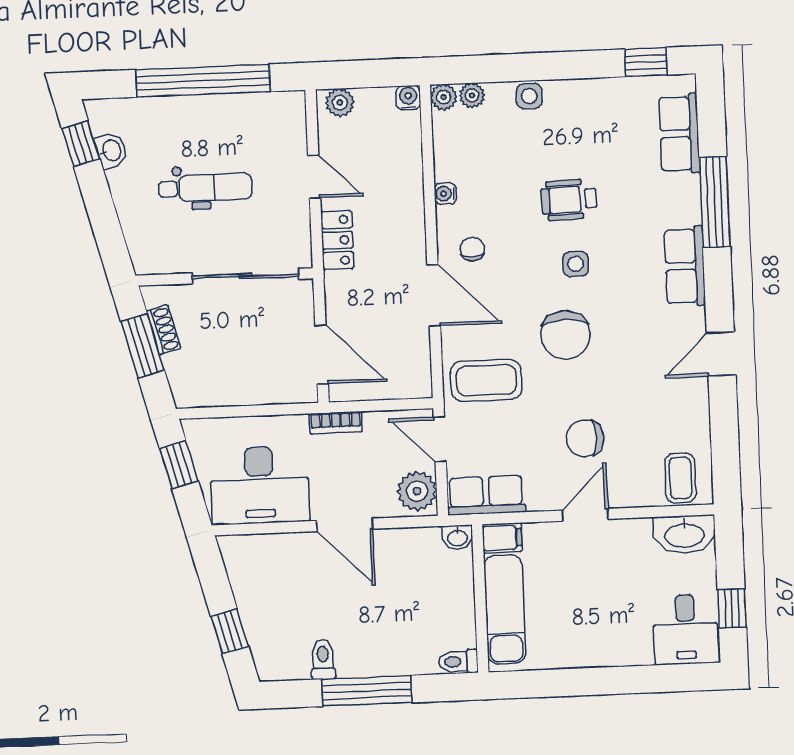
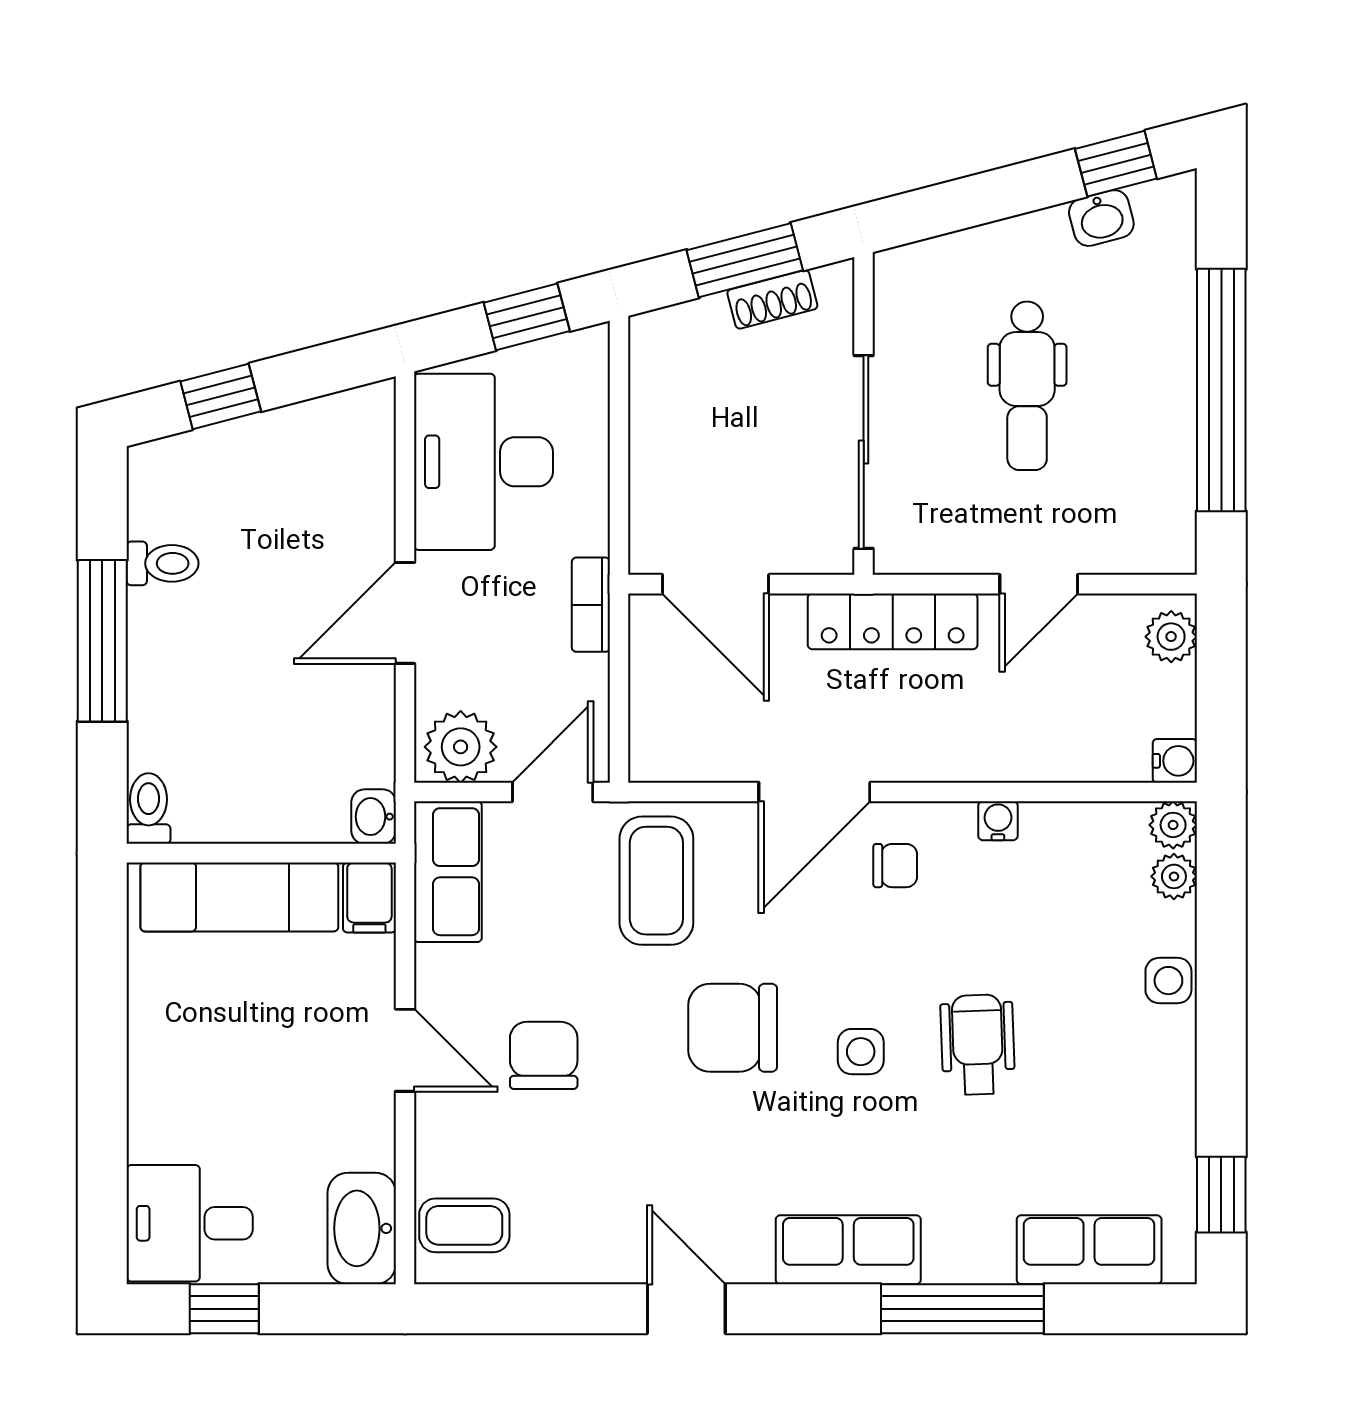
locker: (337, 240) -> (893, 621), width x1.53
door: (322, 355) -> (716, 584), hinge flipped

